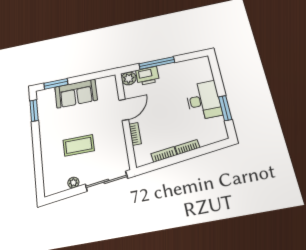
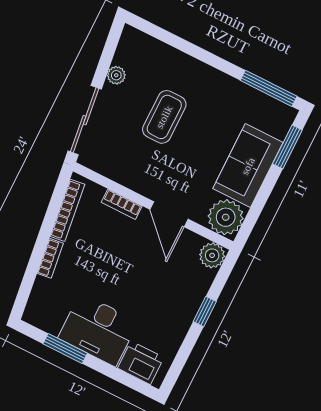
window: (157, 63) -> (205, 311), width x0.46
printer: (147, 76) -> (141, 363), moved, turned 90
plant: (107, 86) -> (226, 217), added
window: (34, 110) -> (269, 88), width x1.44
bookcase: (164, 154) -> (67, 210), width x1.56

